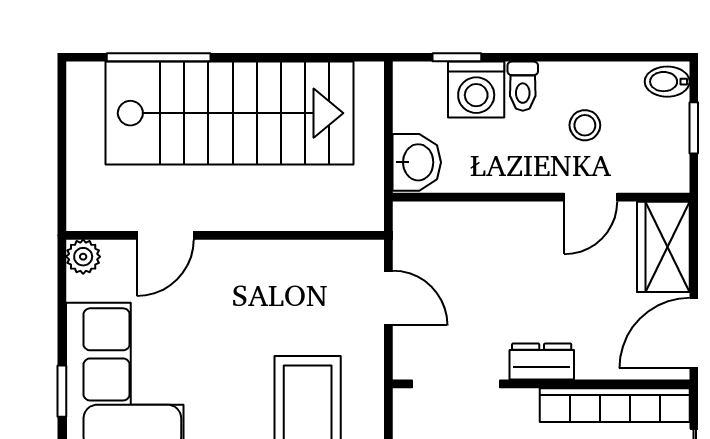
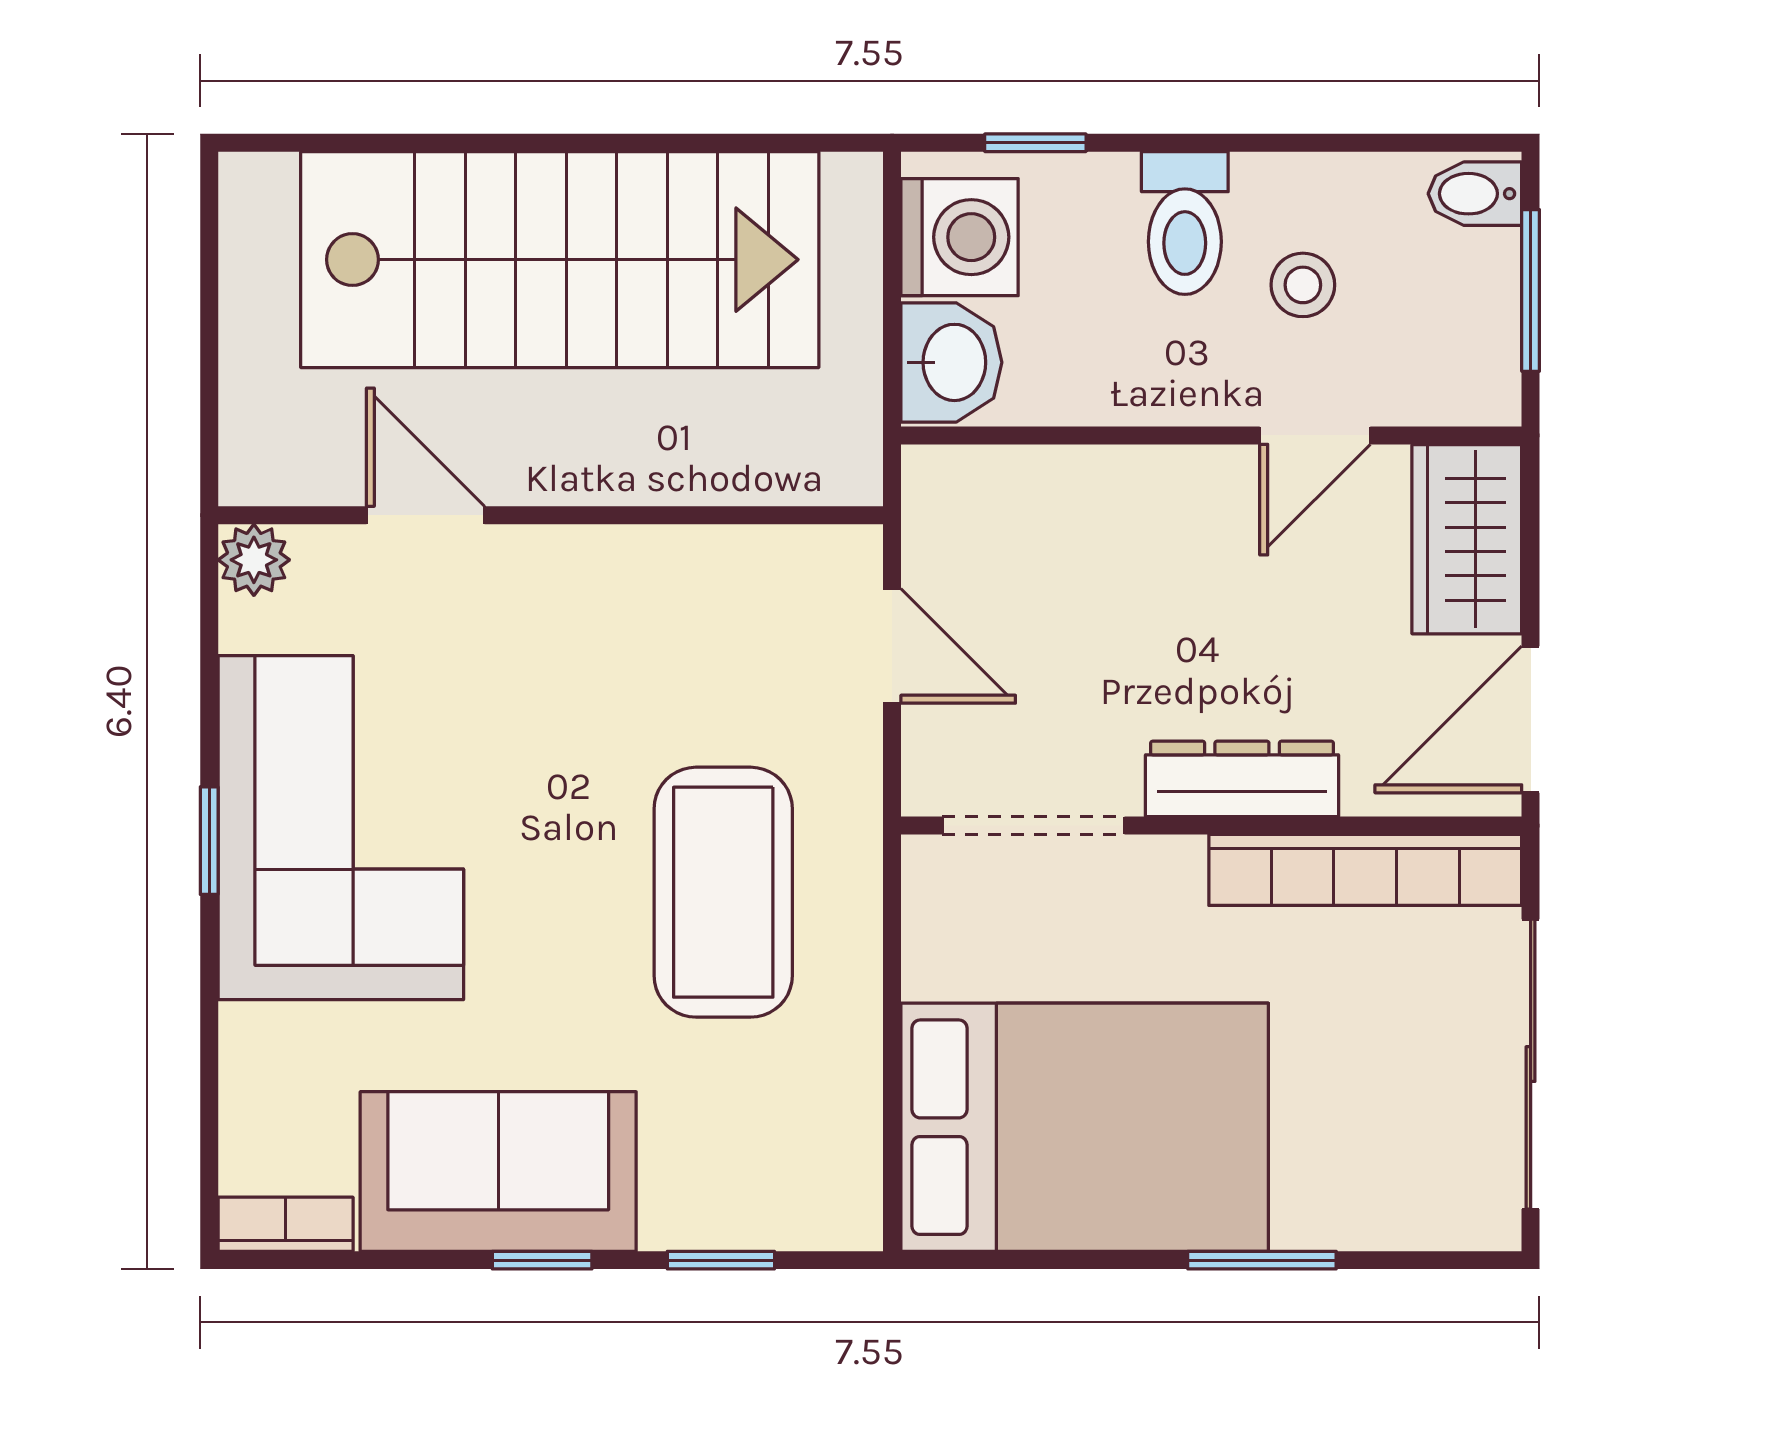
window: (159, 57) -> (412, 143), removed
toilet: (523, 86) -> (1185, 223), width x1.37, depth x1.39
washing machine: (476, 90) -> (960, 237), moved, turned -90
window: (694, 128) -> (1531, 290), width x1.50
door: (165, 235) -> (426, 515), swing flipped
dresser: (542, 362) -> (1242, 779), width x1.44

